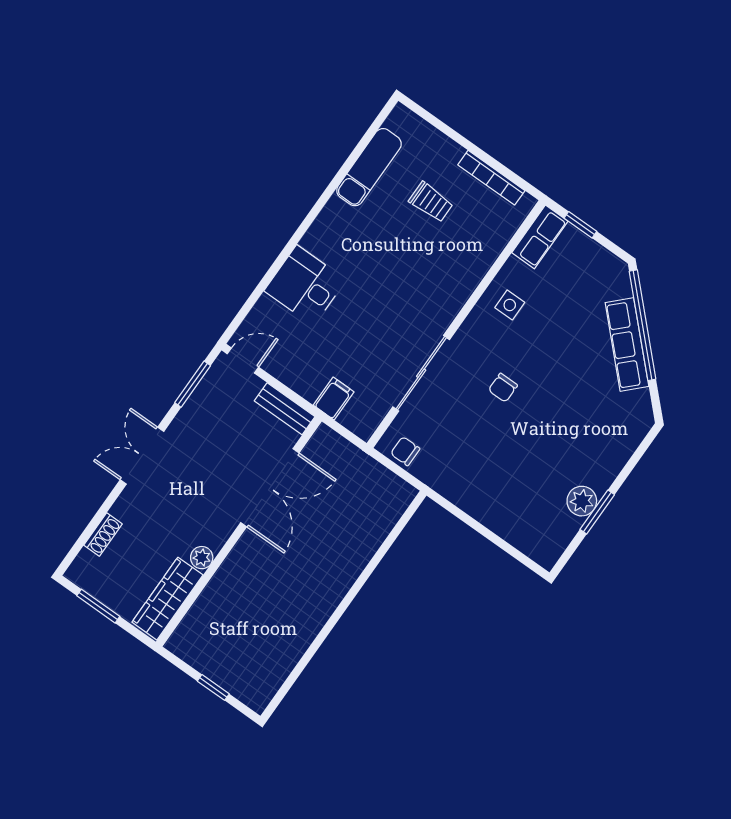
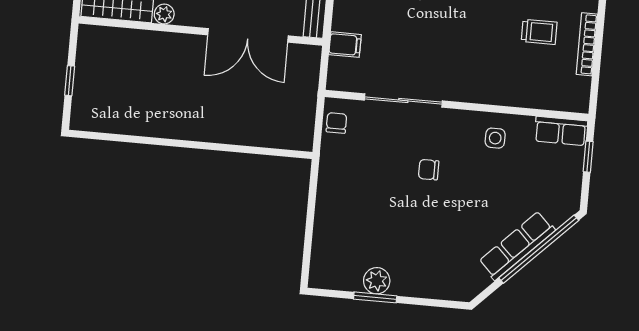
bookcase: (491, 178) -> (587, 44), moved
trolley: (431, 202) -> (539, 32), turned -90

